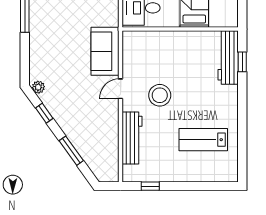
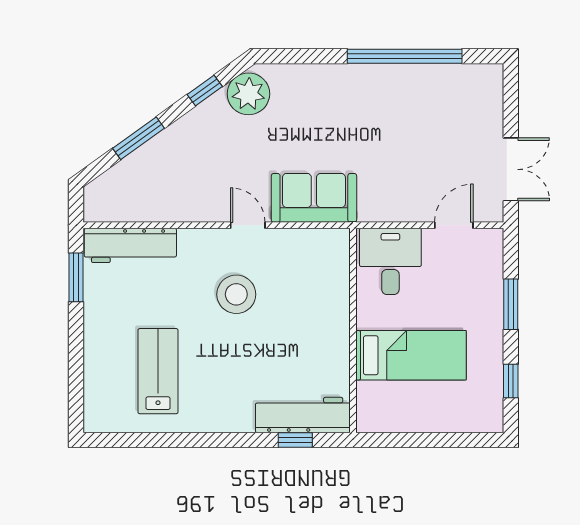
plant: (38, 87) -> (248, 94), width x1.87, depth x1.87
workbench: (132, 138) -> (130, 245), moved
window: (150, 186) -> (76, 277), width x1.50

